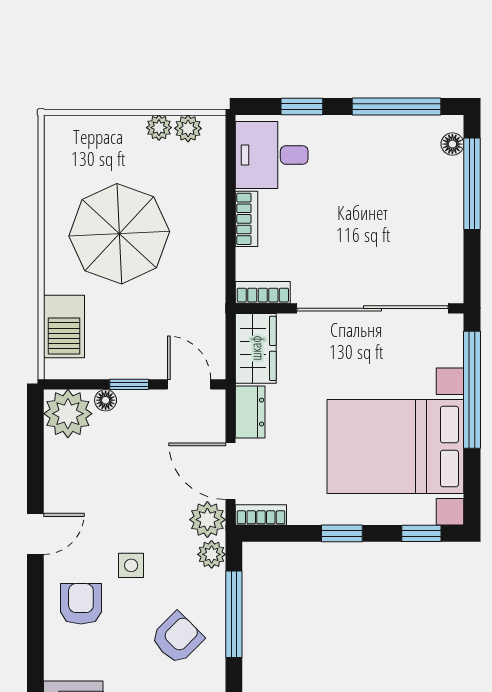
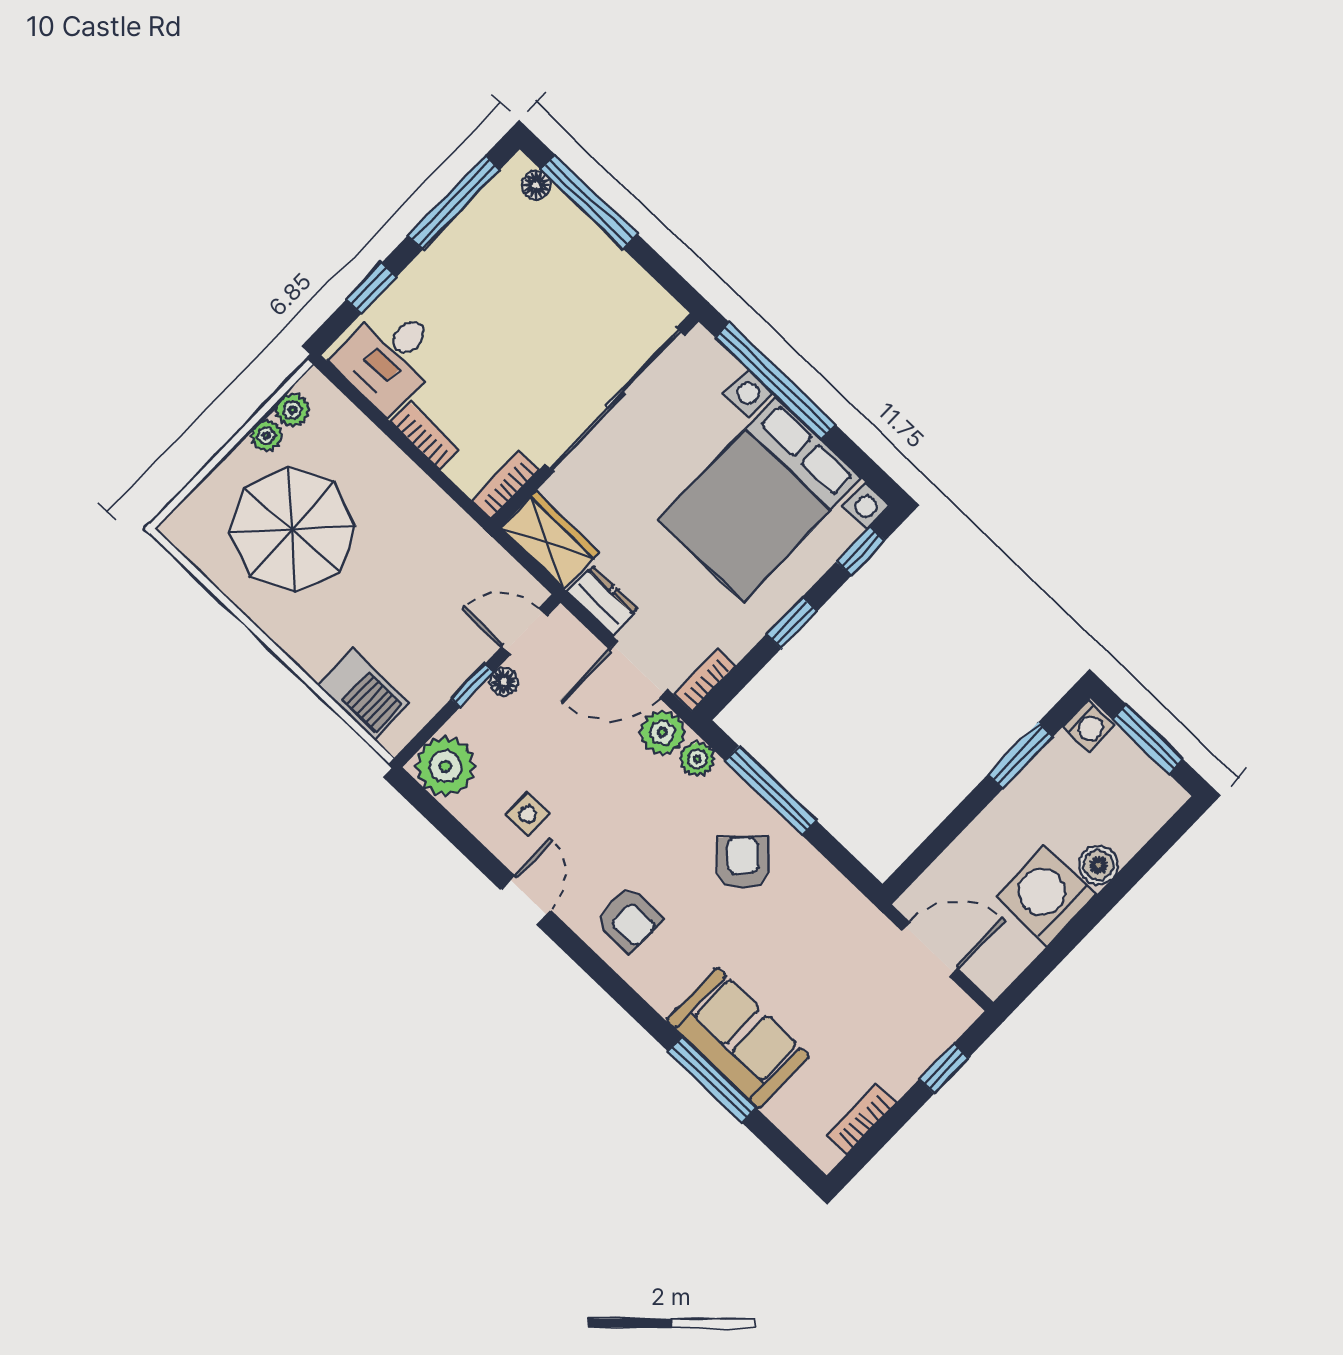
parasol: (119, 234) -> (292, 529), moved
floor lamp: (106, 400) -> (504, 682), moved
side table: (131, 565) -> (528, 815), moved
armchair: (81, 604) -> (628, 920), turned 180

